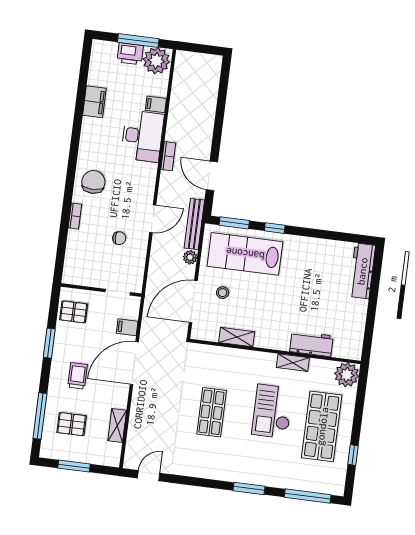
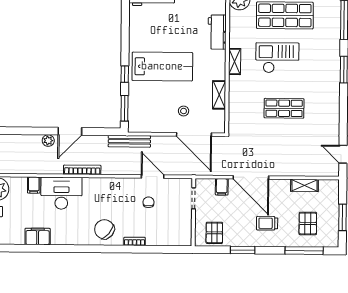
bookcase: (168, 156) -> (82, 170), width x1.56
door: (212, 176) -> (70, 131), moved
chair: (93, 182) -> (104, 229), turned 40
door: (153, 219) -> (153, 177), moved
lab bench: (245, 254) -> (162, 66), moved, turned -90
plant: (190, 257) -> (48, 141), moved
shelving: (293, 363) -> (235, 62), moved
checkout: (272, 411) -> (277, 58), turned 180

